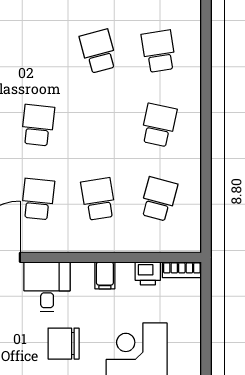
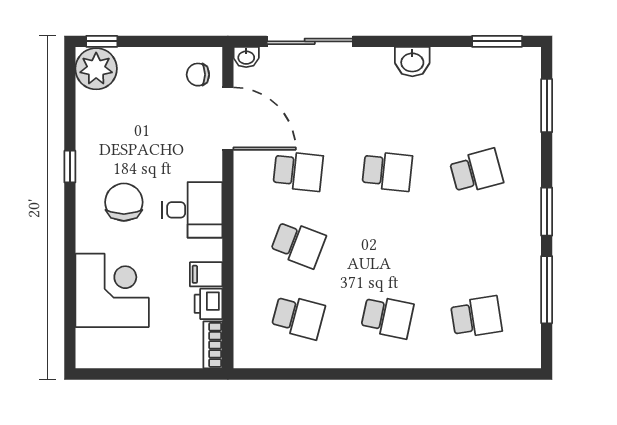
school desk: (98, 51) -> (476, 171), moved
school desk: (98, 199) -> (298, 244), turned 30
filing cabinet: (105, 275) -> (206, 274), moved
desk: (47, 287) -> (192, 210), moved

